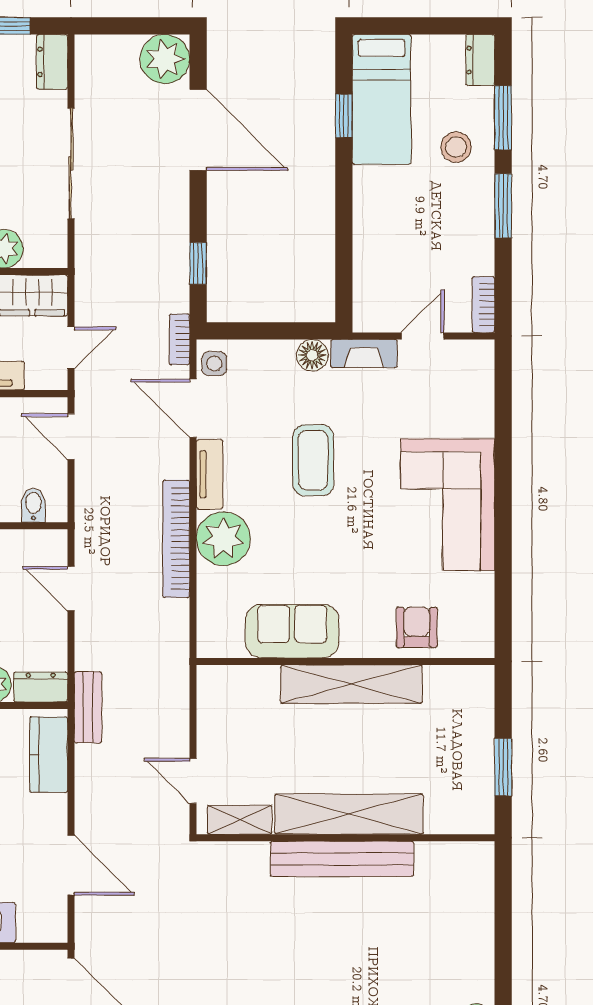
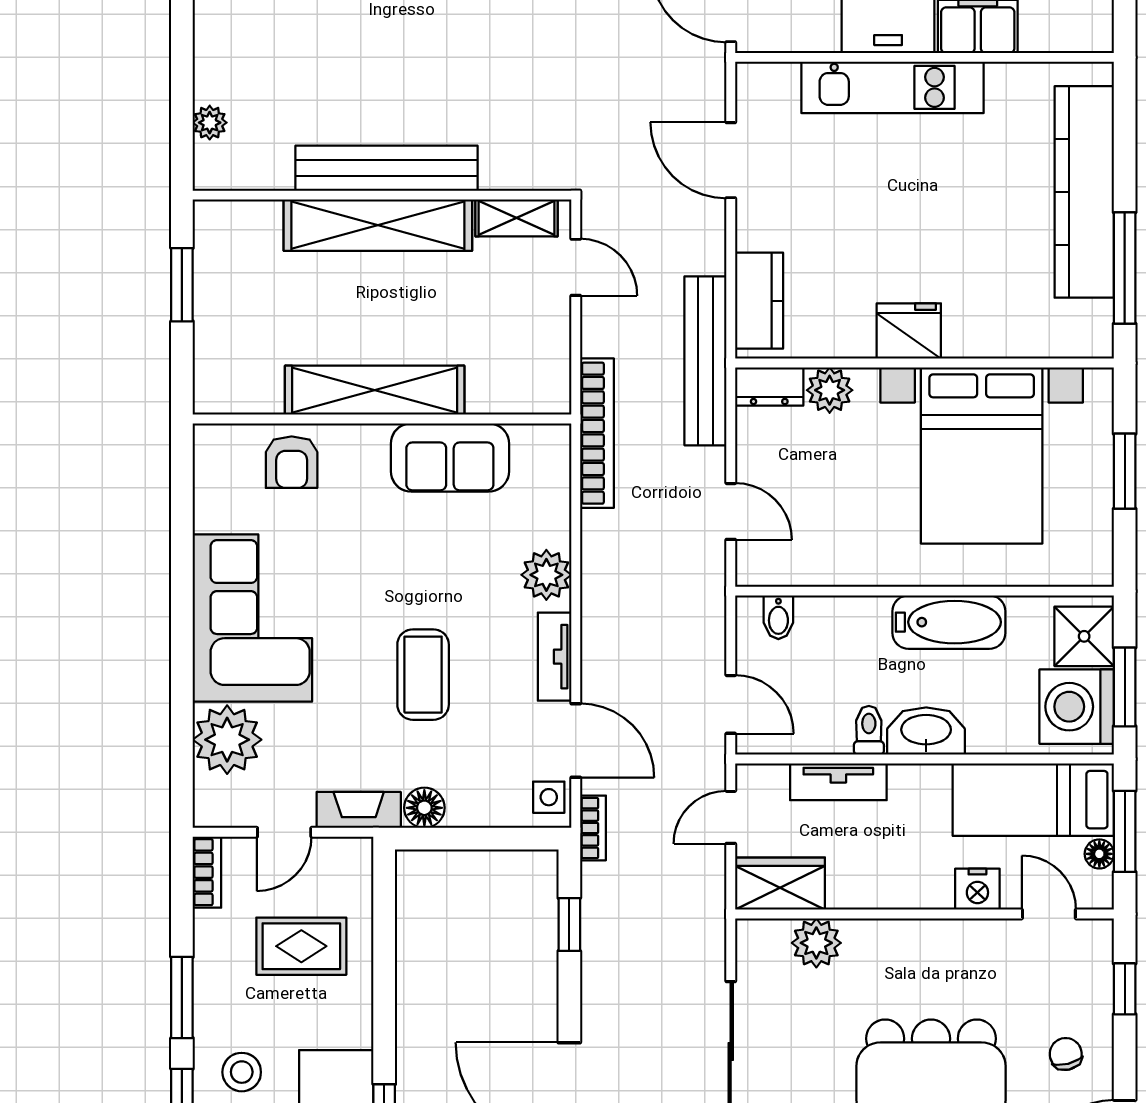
rug: (409, 246) -> (301, 946), added
plant: (468, 409) -> (227, 740), added
bookcase: (176, 539) -> (597, 433), moved
plant: (223, 539) -> (546, 575), width x0.73, depth x0.73
bench: (88, 707) -> (705, 361), width x1.86, depth x1.21
plant: (481, 895) -> (210, 123), added

